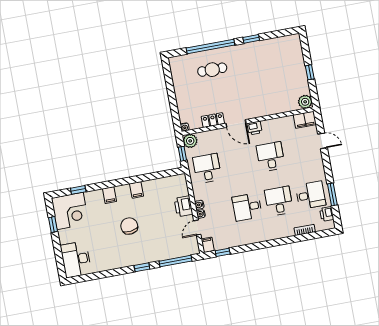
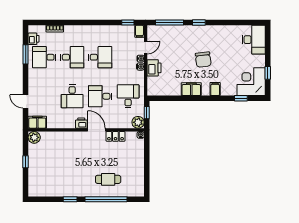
desk: (239, 163) -> (100, 96), added
desk: (207, 168) -> (128, 96), turned 180
filing cabinet: (137, 190) -> (191, 89), width x2.00
desk: (279, 201) -> (72, 57), turned -90

